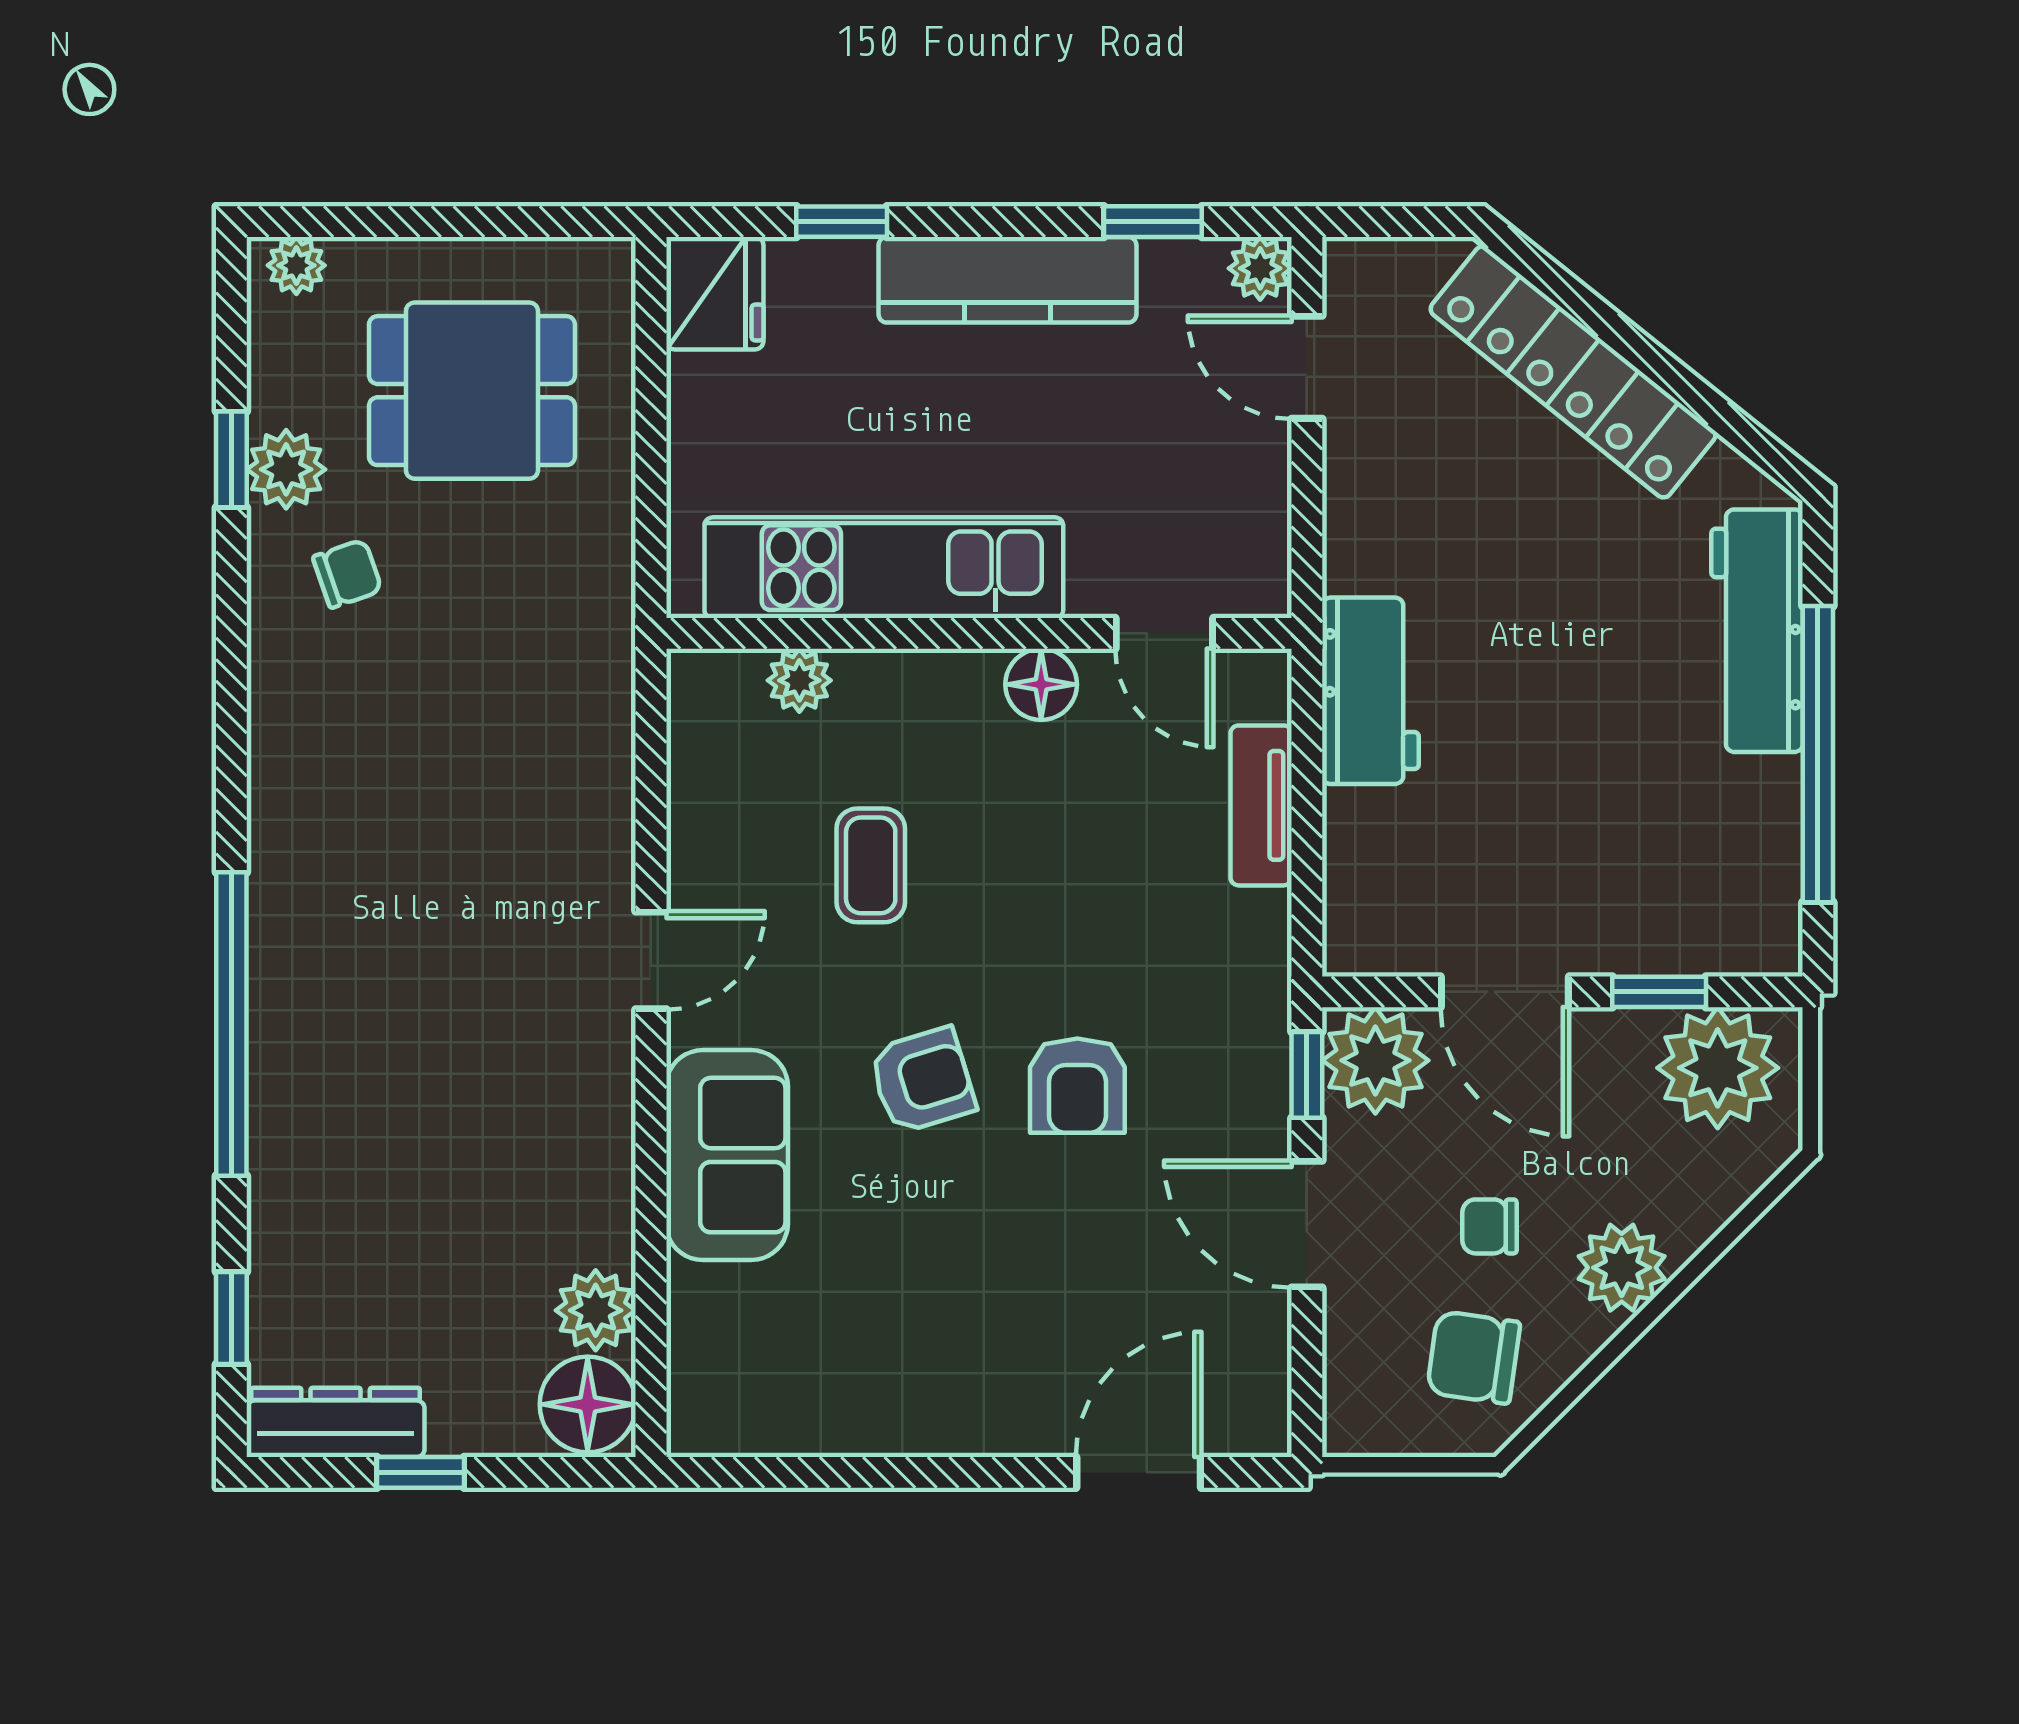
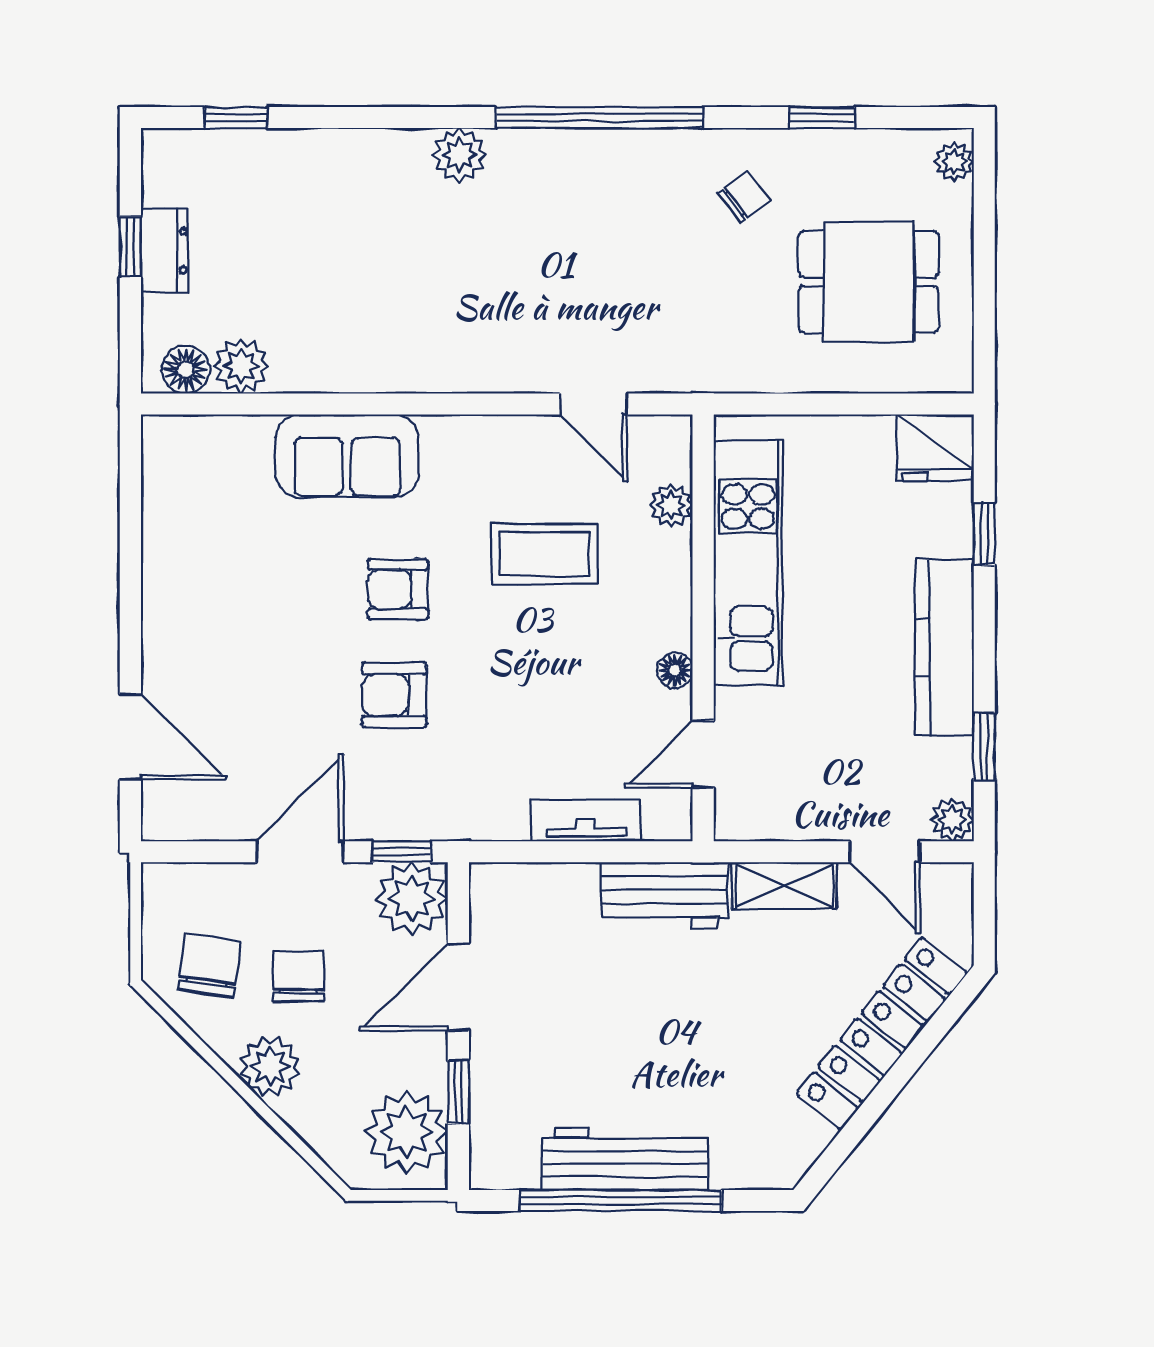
door: (1307, 367) -> (885, 852), swing flipped
dining table: (472, 391) -> (869, 282), turned 90
plant: (286, 469) -> (459, 155), moved
shelving: (1357, 515) -> (784, 886), added
chair: (347, 574) -> (744, 197), turned -108
workbench: (1757, 631) -> (625, 1159), moved
floor lamp: (1041, 684) -> (675, 670), width x0.73, depth x0.73
coffee table: (871, 865) -> (545, 554), width x1.36, depth x1.30
door: (651, 960) -> (593, 404), moved
window: (231, 1024) -> (600, 118), moved
armchair: (922, 1080) -> (398, 589), turned 107
chair: (1489, 1226) -> (298, 976), width x1.37, depth x1.37
floor lamp: (588, 1404) -> (186, 370), width x0.73, depth x0.73
dresser: (336, 1422) -> (165, 251), moved, width x0.70

